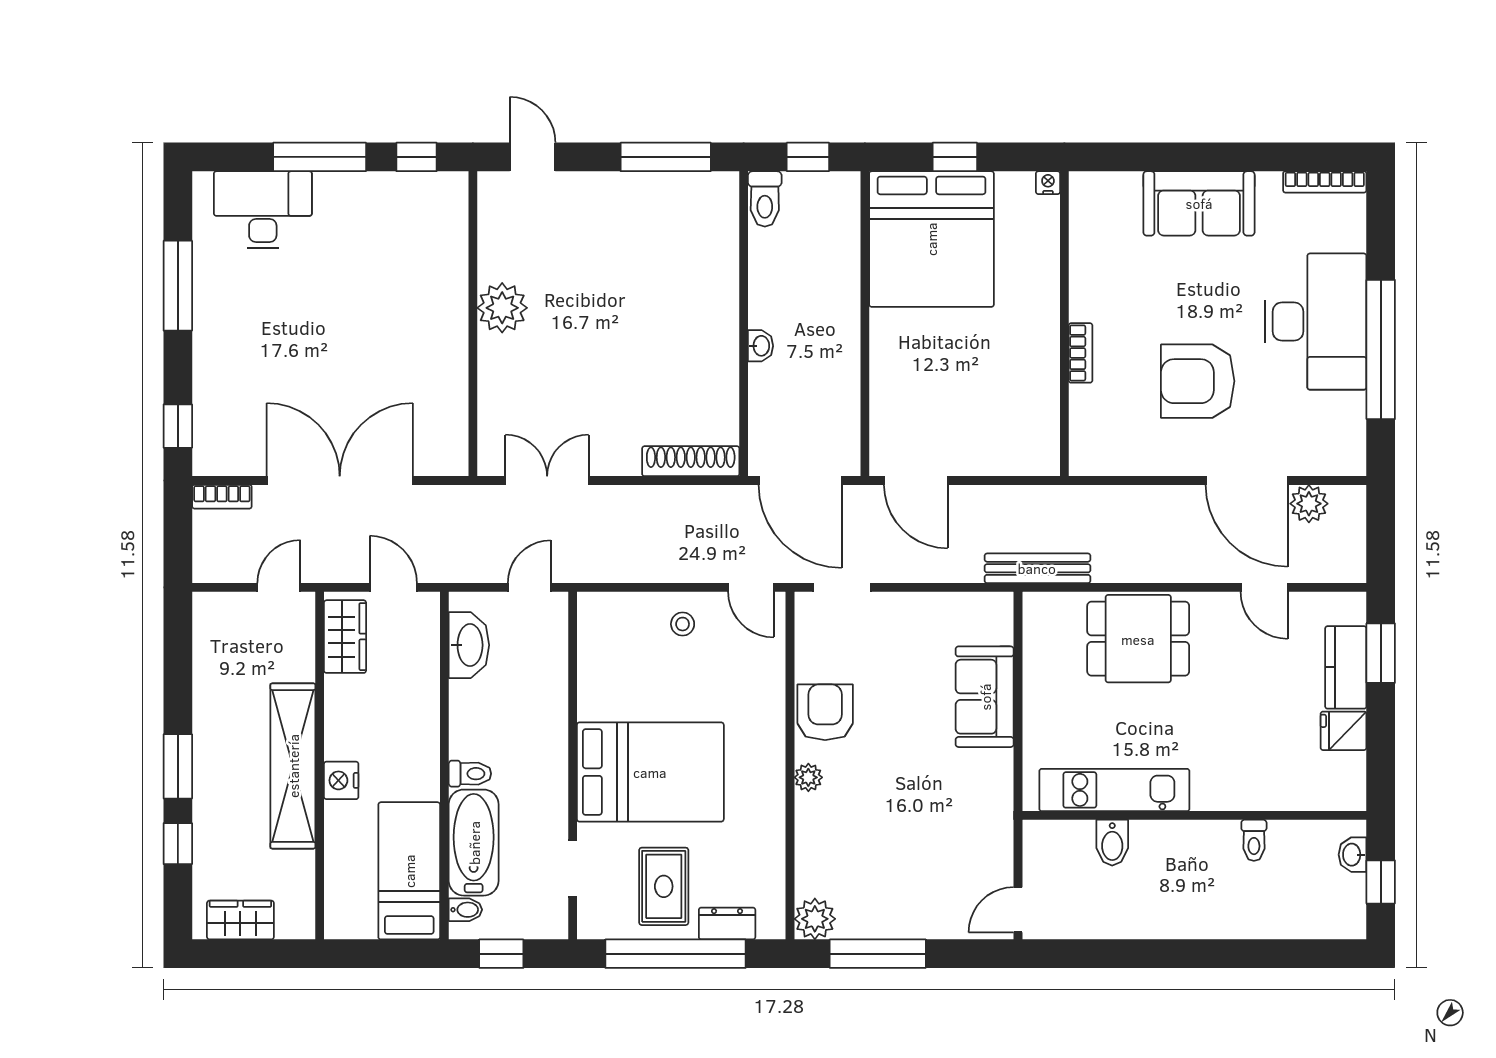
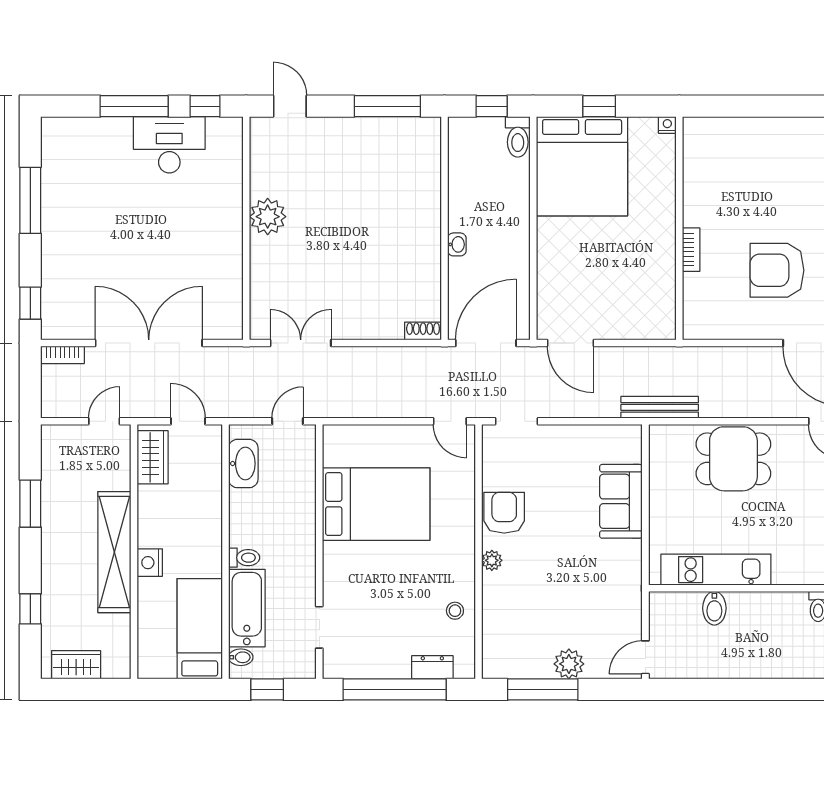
toilet: (765, 199) -> (518, 137), moved
sofa: (1199, 203) -> (778, 140), removed
desk: (263, 210) -> (169, 145), moved
shoe rack: (691, 461) -> (423, 331), width x0.51, depth x0.81
door: (800, 480) -> (486, 343), swing flipped
stool: (683, 624) -> (455, 611), moved
window: (178, 766) -> (30, 504), moved
bed: (650, 772) -> (376, 504), moved
rug: (664, 886) -> (386, 640), removed
plant: (815, 919) -> (569, 664), moved

